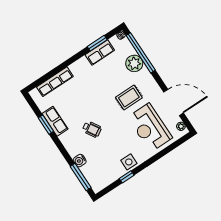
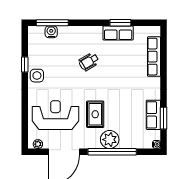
window: (141, 53) -> (112, 152), moved
plant: (134, 63) -> (110, 140), moved
water cooler: (80, 161) -> (51, 32), moved

